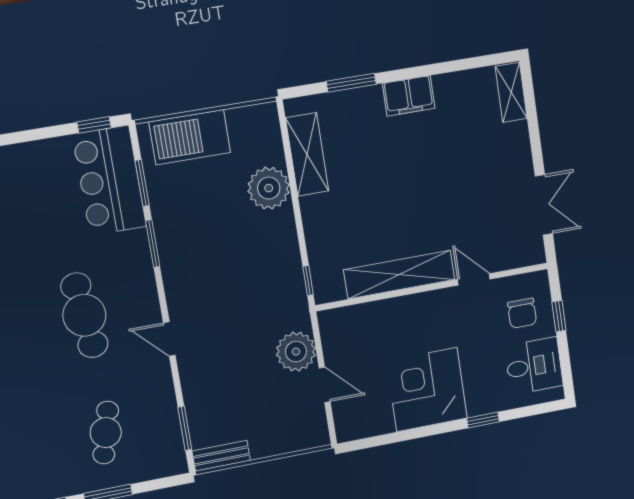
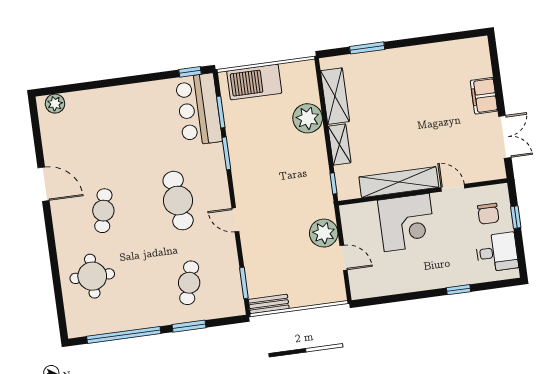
shelving: (511, 92) -> (339, 145), moved
filing cabinet: (409, 96) -> (484, 96), moved, turned 90
corner desk: (427, 390) -> (407, 223), moved, turned 180

